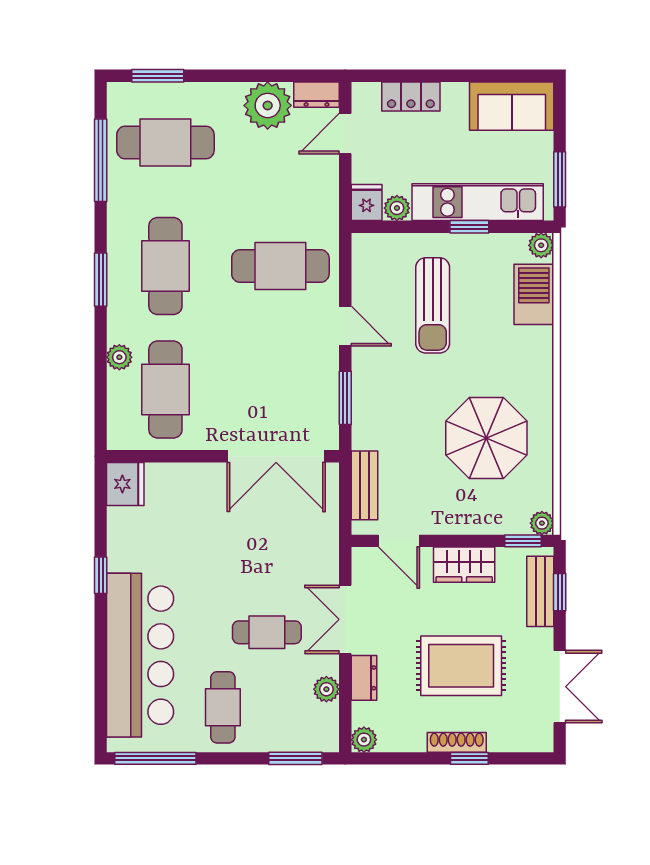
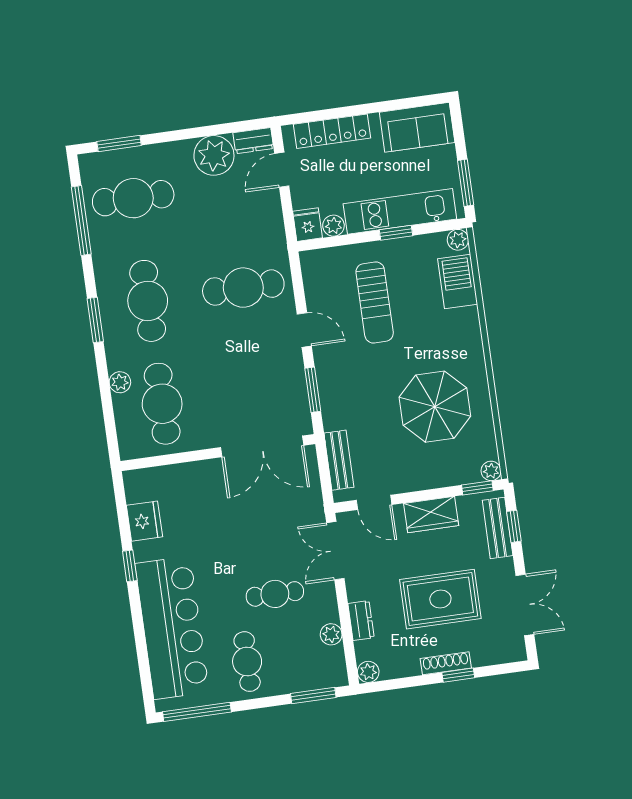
locker: (411, 96) -> (332, 131), width x1.53
fridge: (125, 484) -> (144, 521), moved
double door: (345, 619) -> (335, 551), moved

